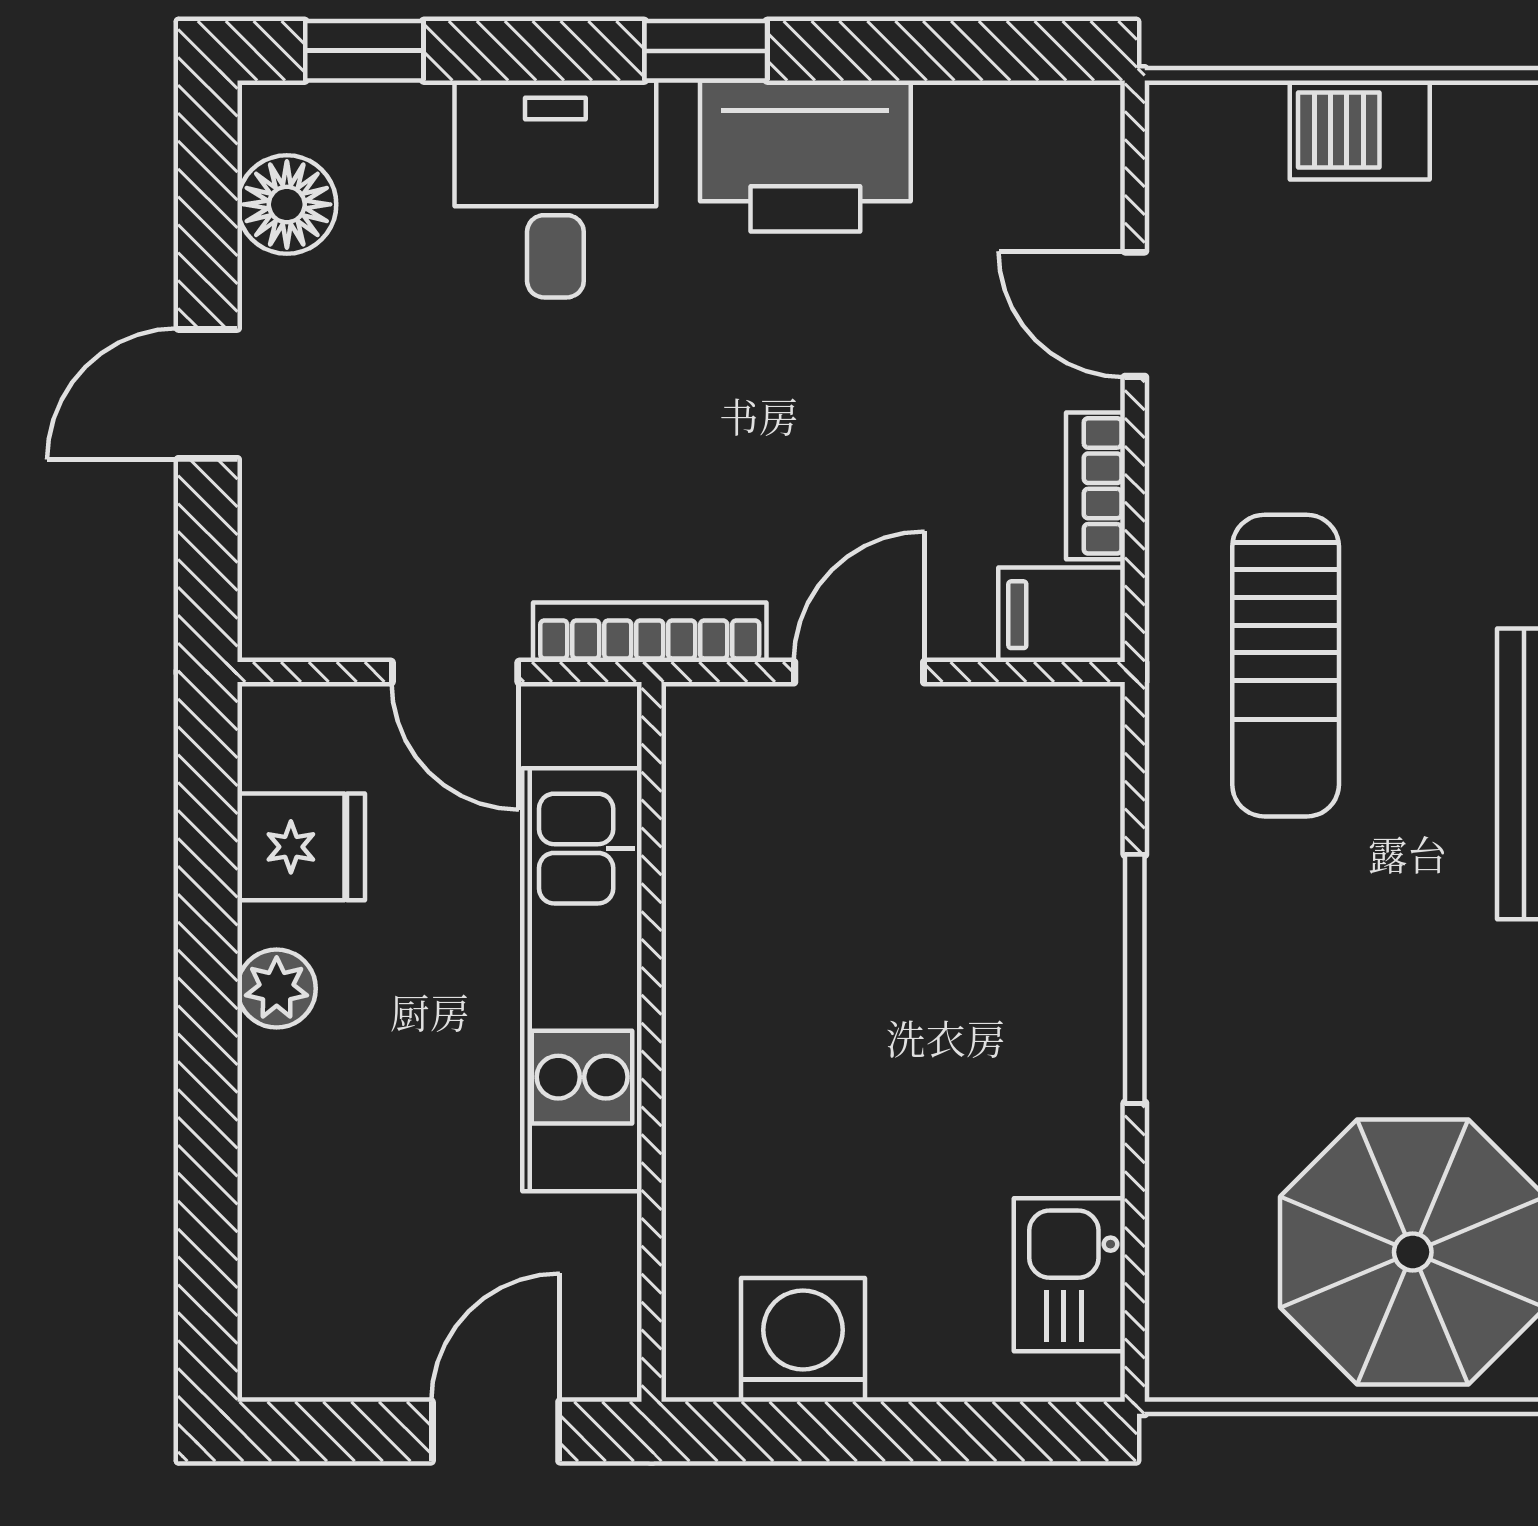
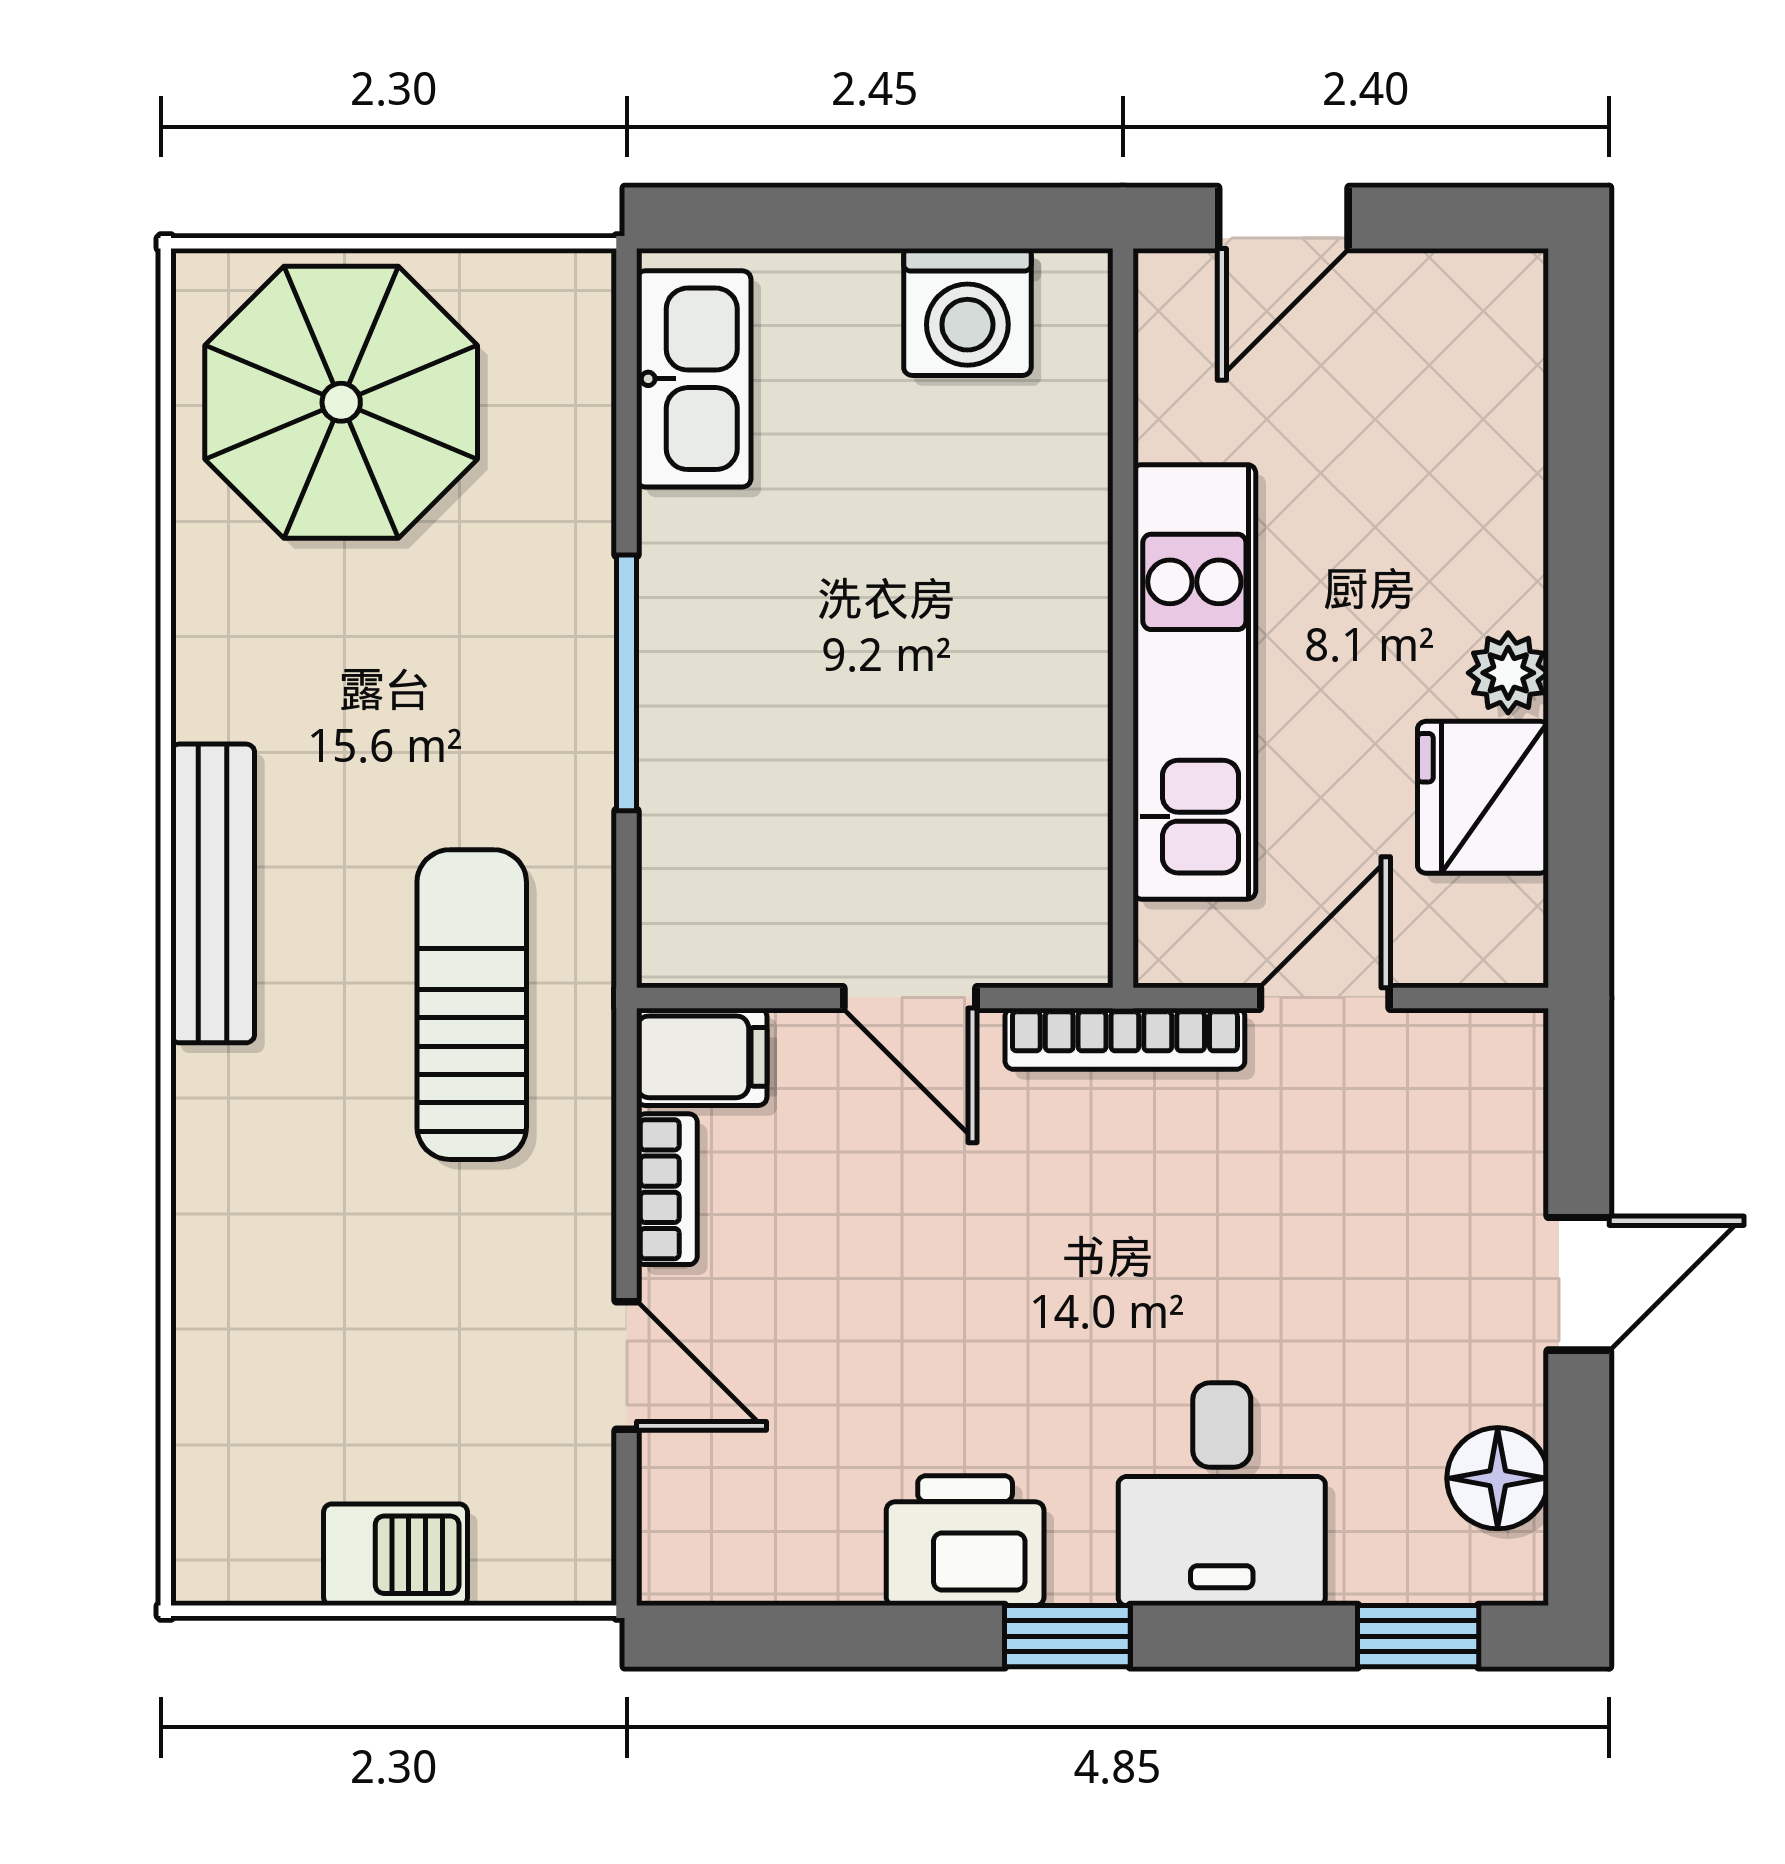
printer: (805, 156) -> (965, 1541), width x0.73, depth x0.84
door: (455, 672) -> (1325, 998), hinge flipped
door: (859, 672) -> (910, 998), hinge flipped
fridge: (301, 847) -> (1483, 797), width x1.38
kitchen sink: (1069, 1275) -> (694, 379), width x1.38

